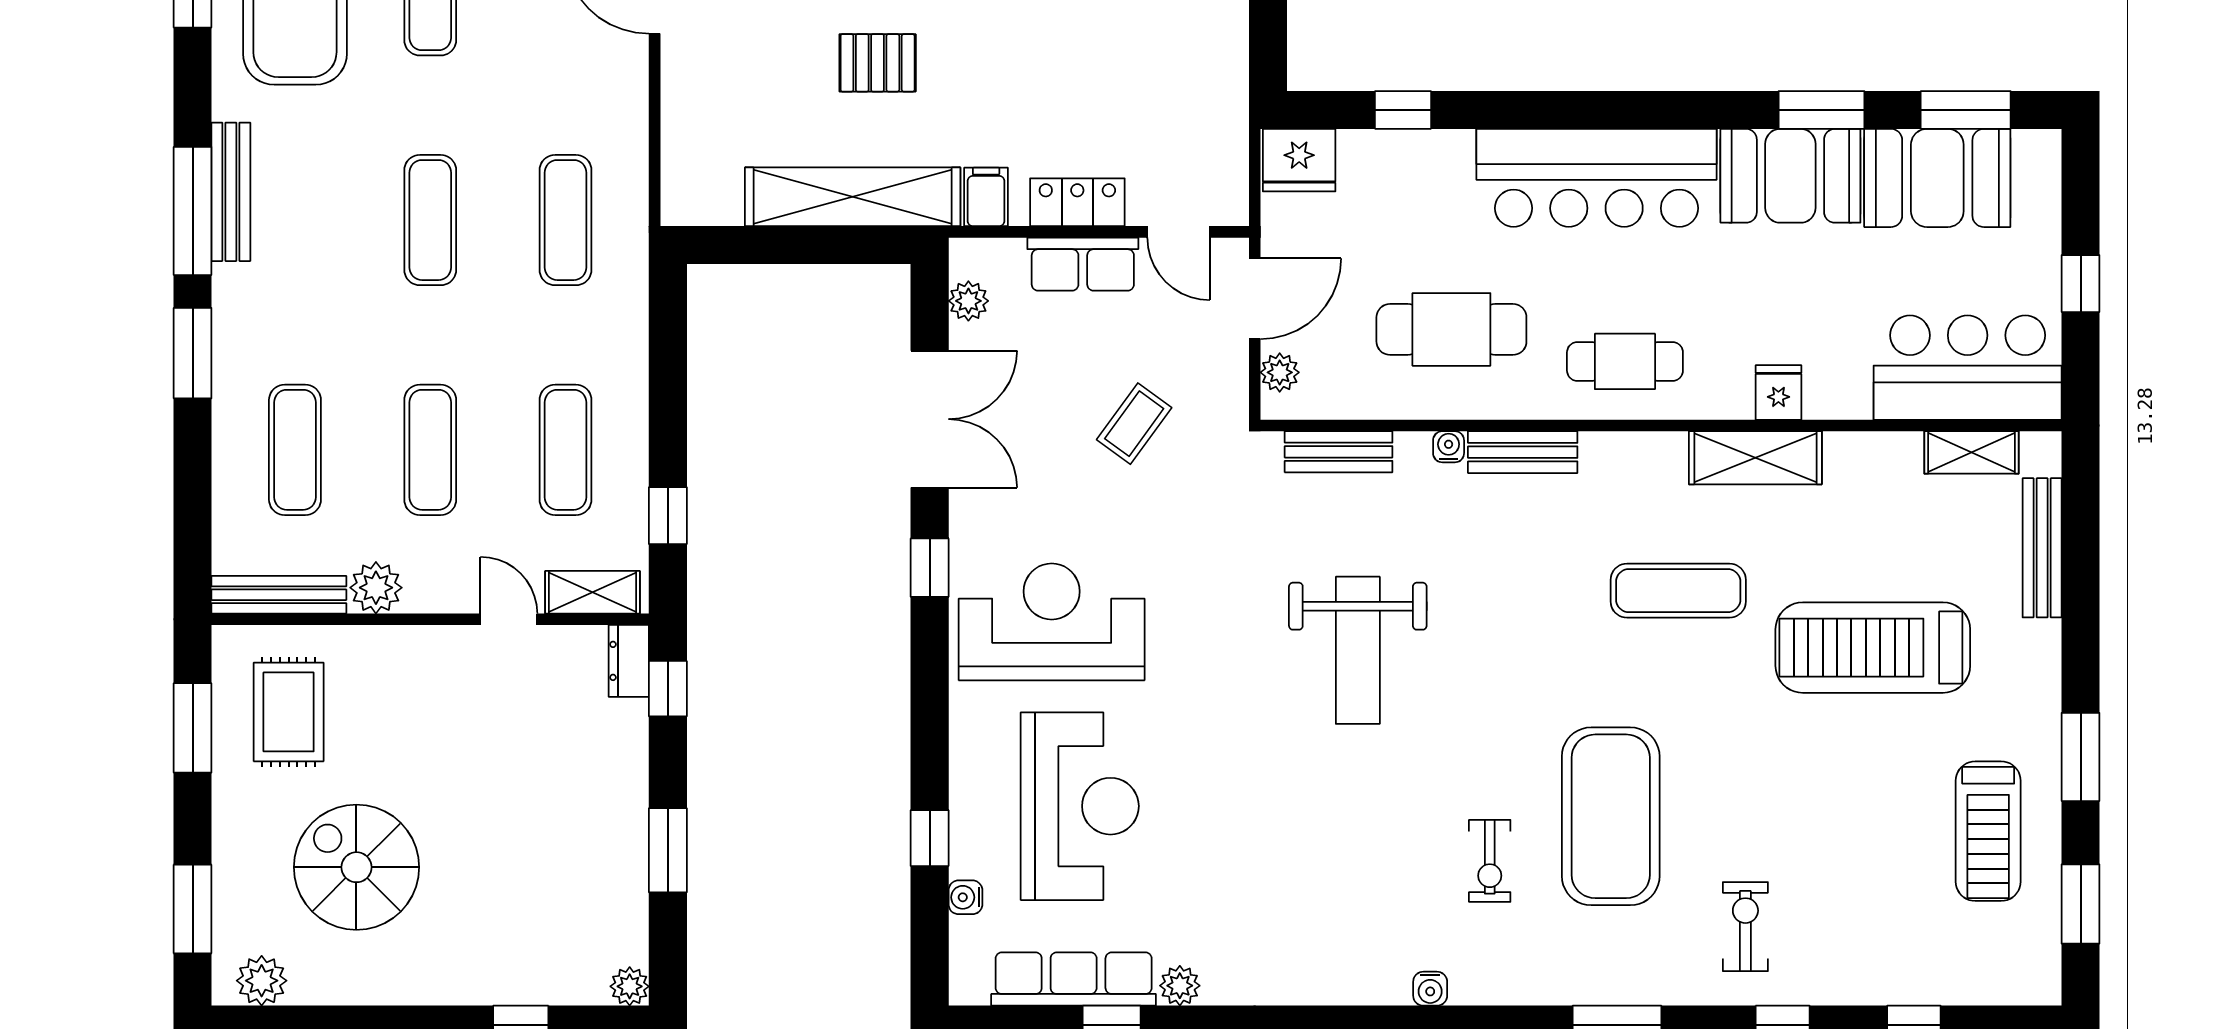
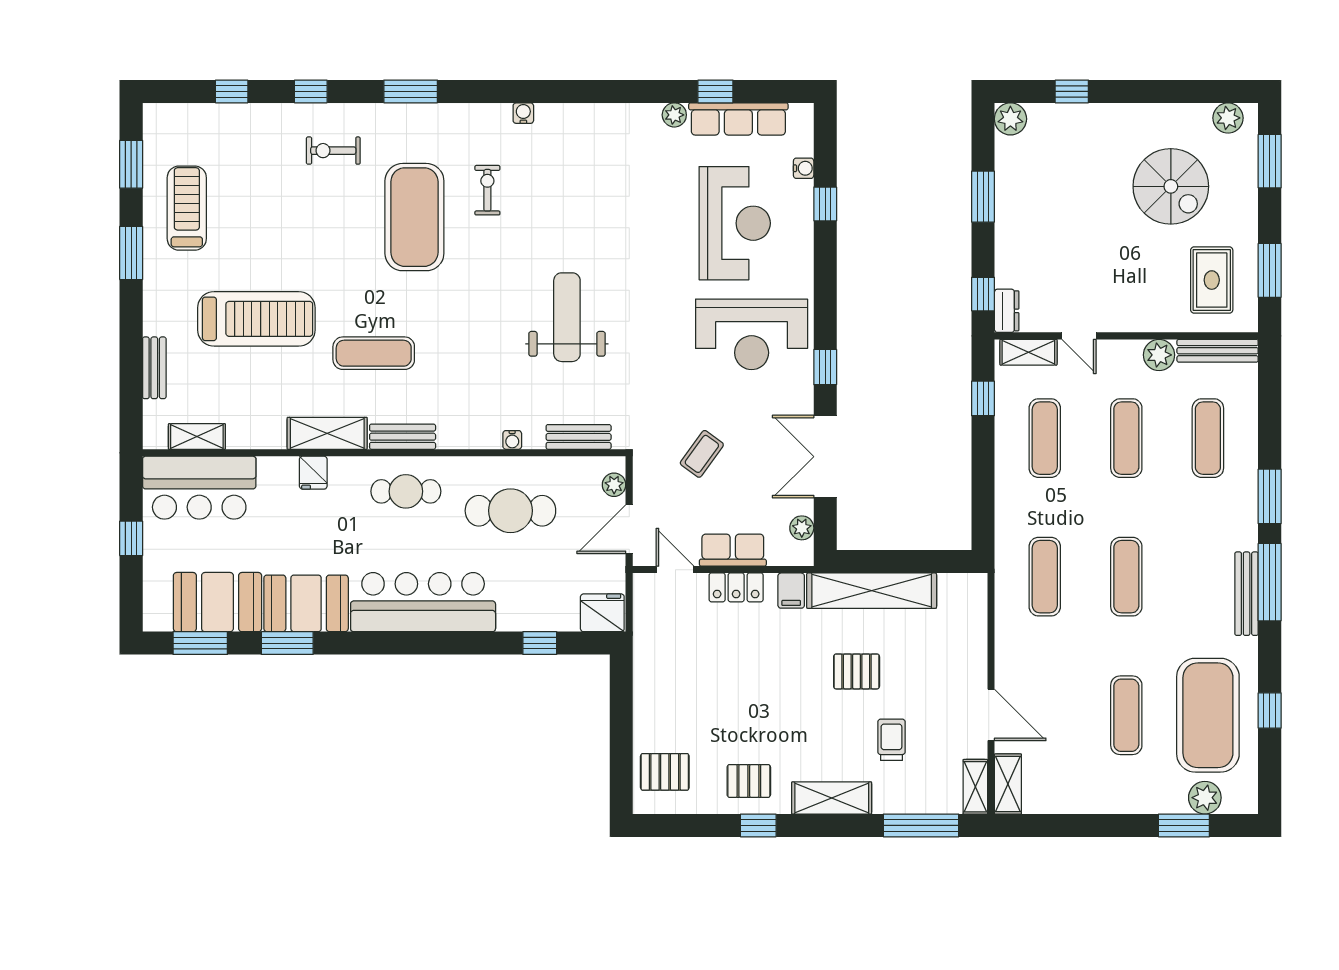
bench: (1523, 452) -> (403, 437), moved
bench: (2042, 548) -> (154, 368), width x0.73
reception desk: (1080, 806) -> (735, 223), turned 180
exercise bike: (1745, 927) -> (333, 151), turned 90
plant: (630, 986) -> (1010, 119), width x1.38, depth x1.38

